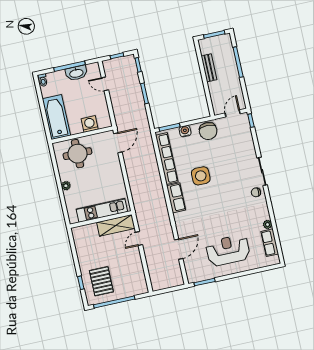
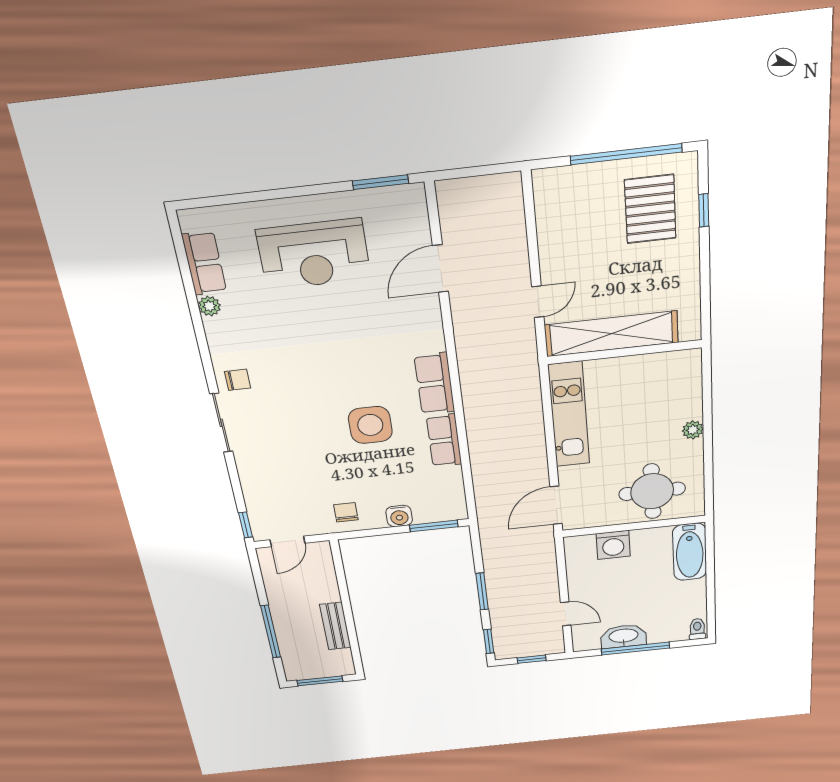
bathtub: (56, 117) -> (690, 552), width x0.73, depth x0.73
chair: (208, 131) -> (346, 512), width x0.54, depth x0.54
row of seats: (167, 159) -> (444, 440), width x0.50
kitchen unit: (102, 210) -> (569, 415), moved, turned -90
shelving: (116, 225) -> (611, 334), width x1.47

